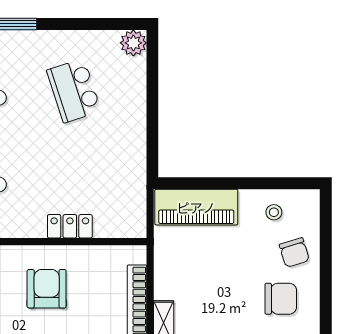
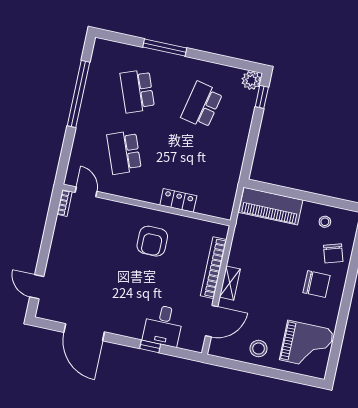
window: (152, 62) -> (262, 97), added
school desk: (74, 91) -> (202, 105), turned 30
armchair: (47, 289) -> (152, 241), turned 180

